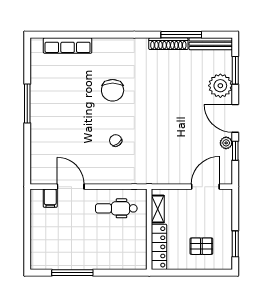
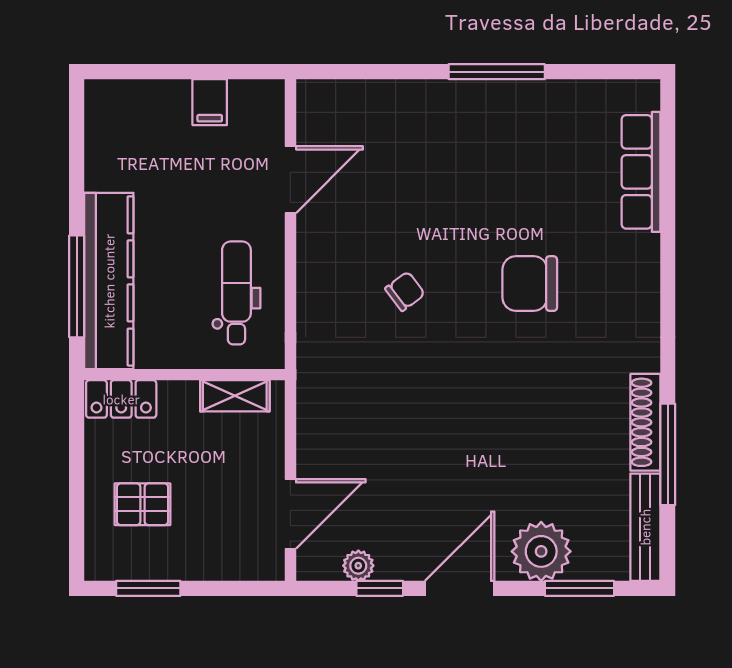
plant: (226, 143) -> (358, 566), moved
door: (205, 187) -> (290, 514), hinge flipped
filing cabinet: (50, 198) -> (210, 102), moved, turned -90
pallet: (201, 246) -> (142, 504), turned 90
locker: (159, 247) -> (121, 399), width x0.66
kitchen counter: (111, 260) -> (109, 281), added
window: (72, 273) -> (77, 286), moved

